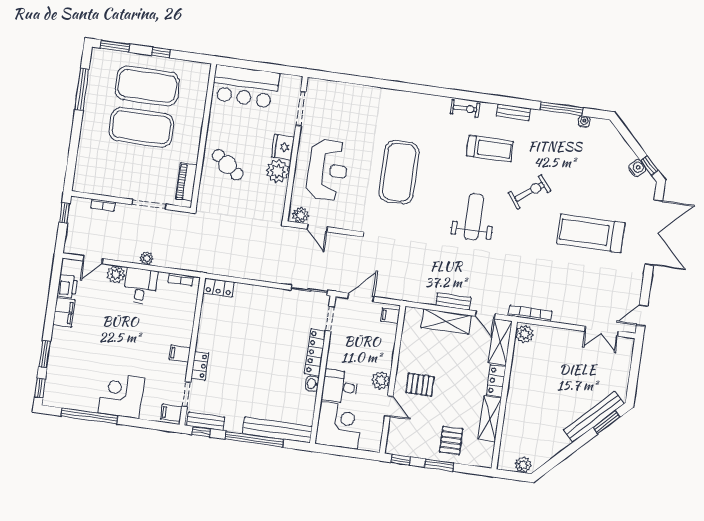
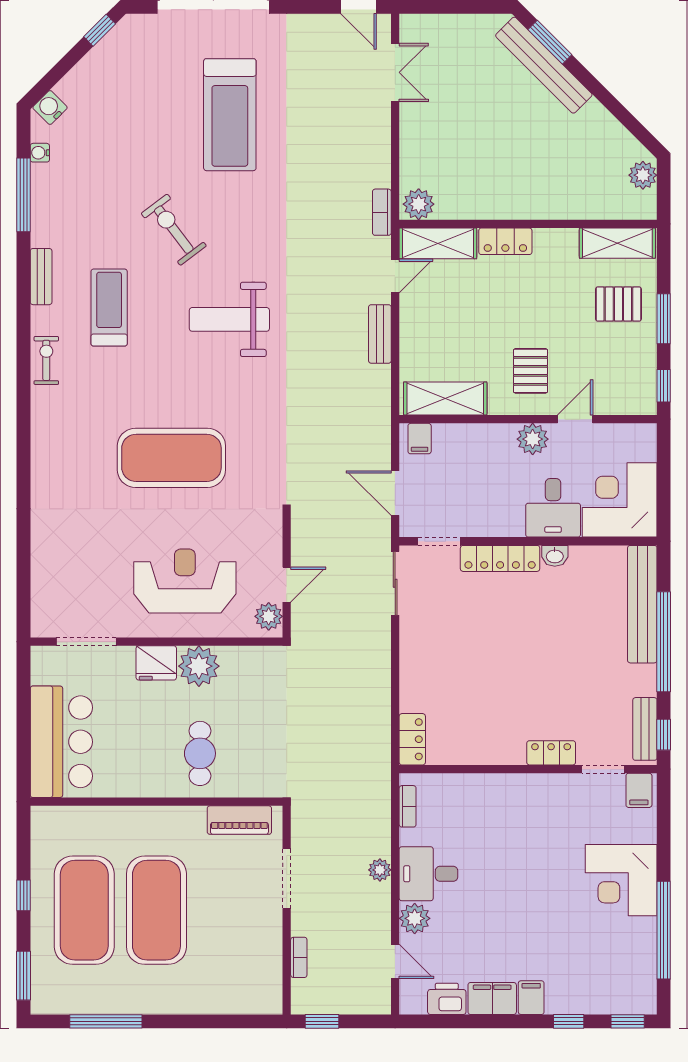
cafe table: (228, 165) -> (200, 753), turned -37
water cooler: (637, 168) -> (50, 108), moved
bookcase: (530, 313) -> (382, 212), width x0.64
shelving: (446, 321) -> (445, 398), moved, turned 90
window: (45, 354) -> (569, 1021), width x0.67
filing cabinet: (180, 354) -> (531, 998), moved, turned 180
shelving: (490, 419) -> (617, 243), moved

